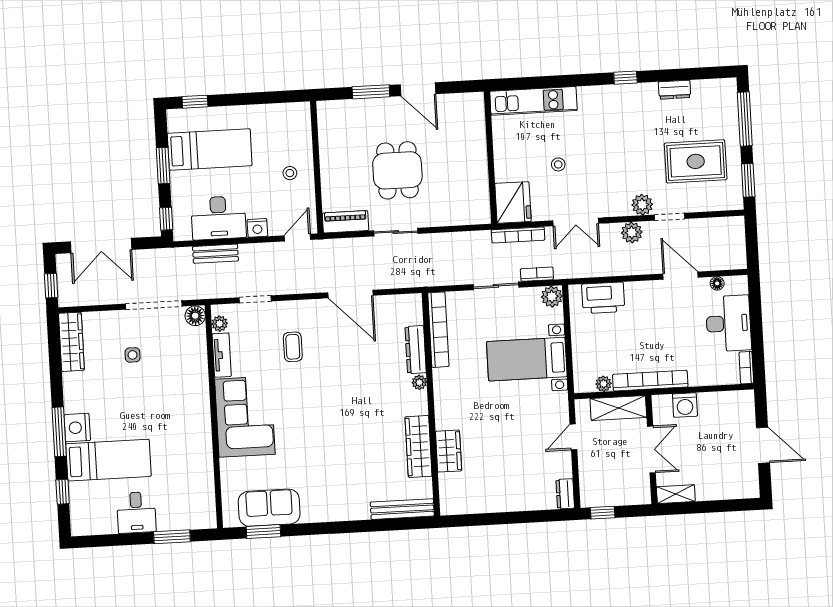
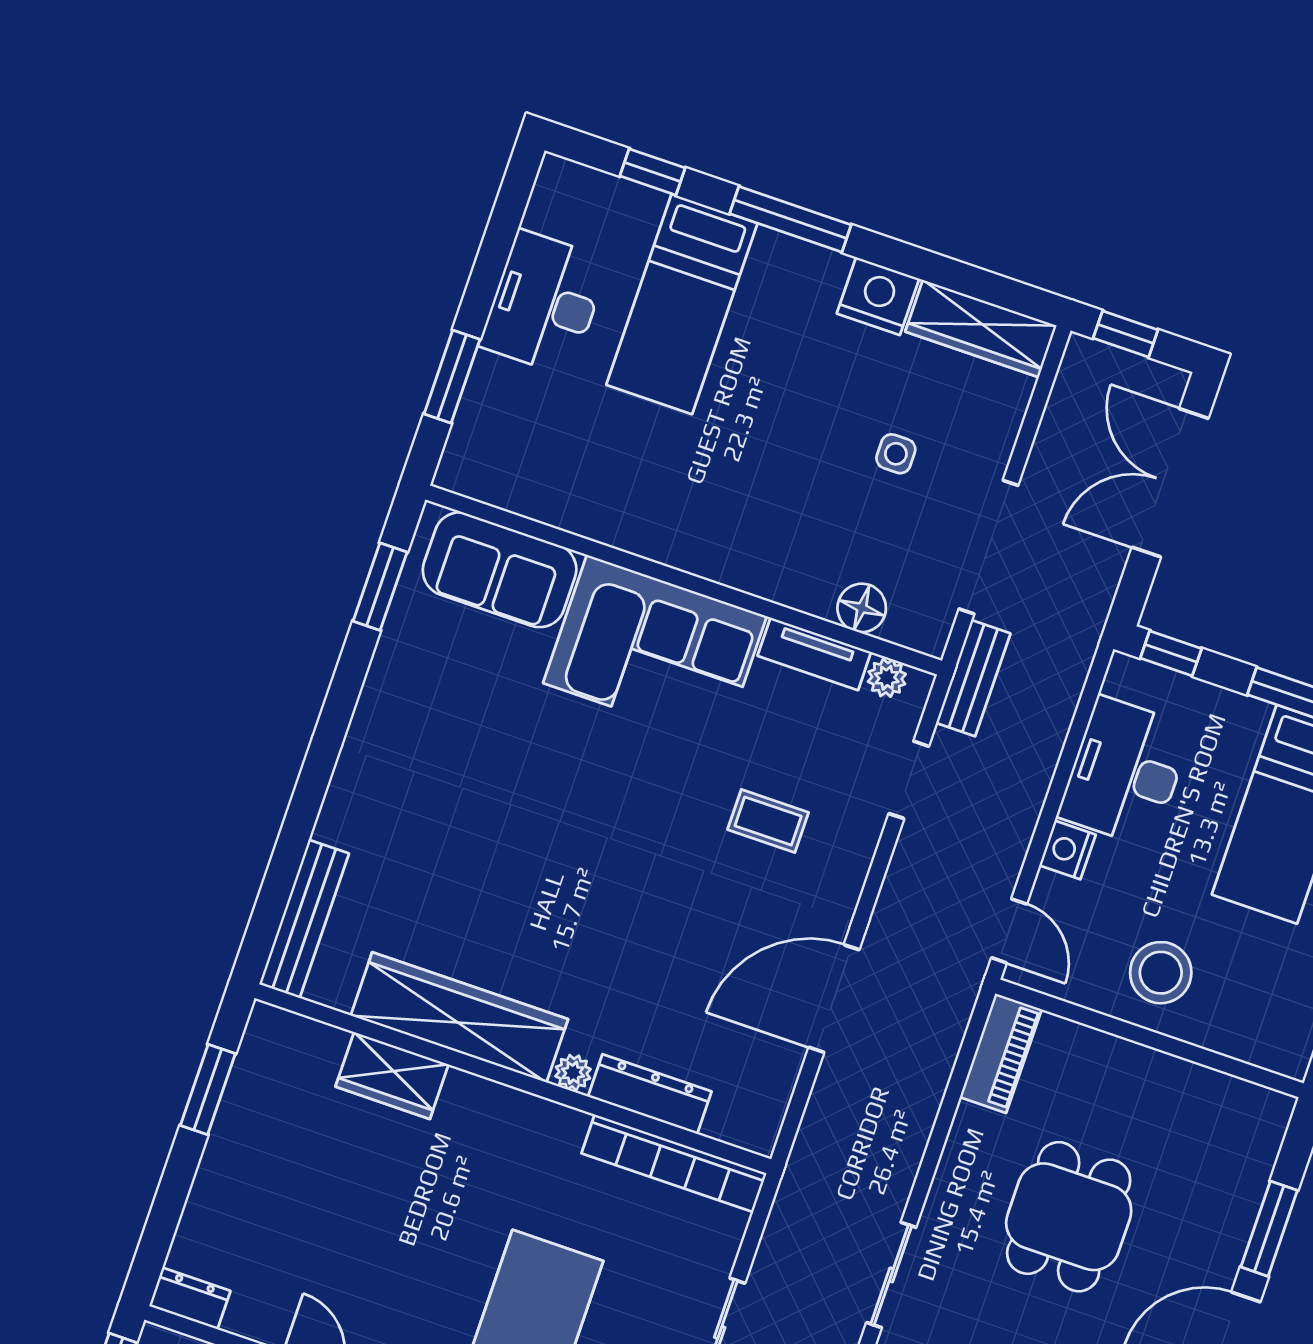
dining table: (397, 170) -> (1069, 1217), turned 90
stool: (290, 173) -> (1161, 973), width x1.89, depth x1.89
sliding door: (396, 232) -> (891, 1275), moved
bench: (215, 254) -> (973, 678), moved
floor lamp: (195, 316) -> (862, 608), moved
nightstand: (77, 428) -> (878, 296), moved
wardrobe: (419, 446) -> (459, 1017), width x1.40, depth x1.17
sofa: (269, 508) -> (500, 570), moved, turned 90
desk: (136, 512) -> (544, 303), width x1.37
window: (482, 519) -> (208, 1090), added

